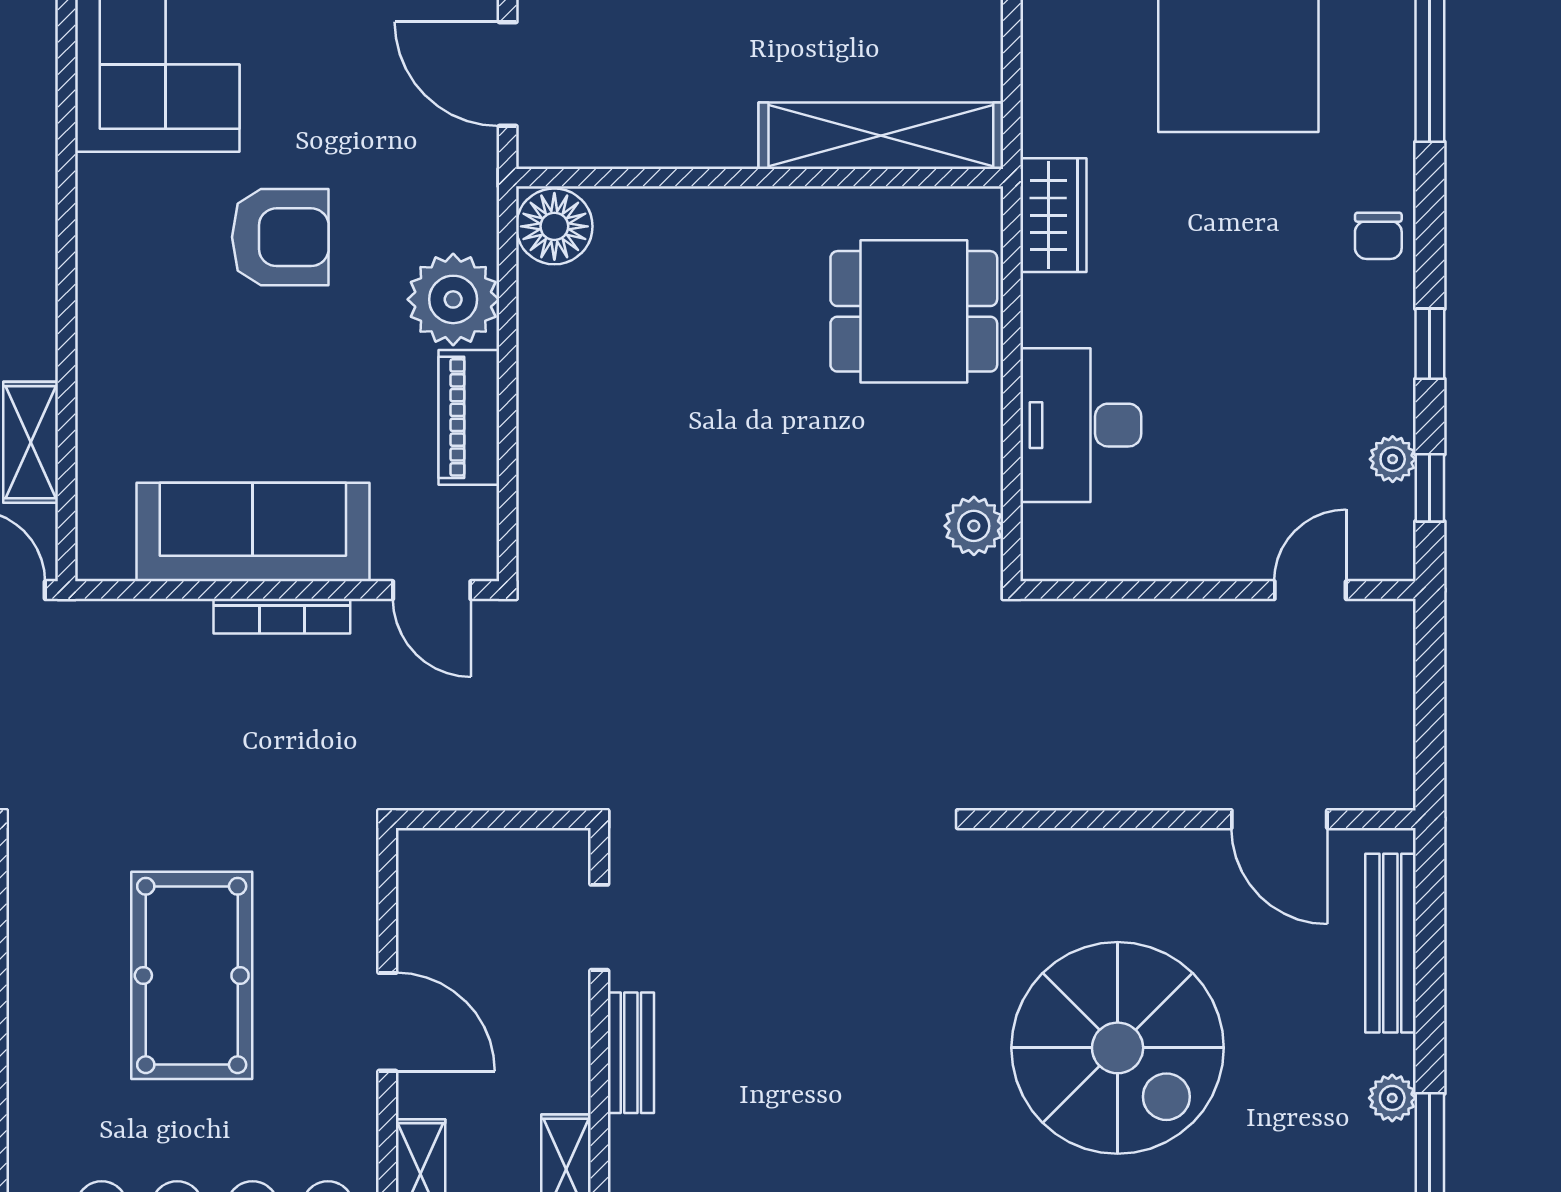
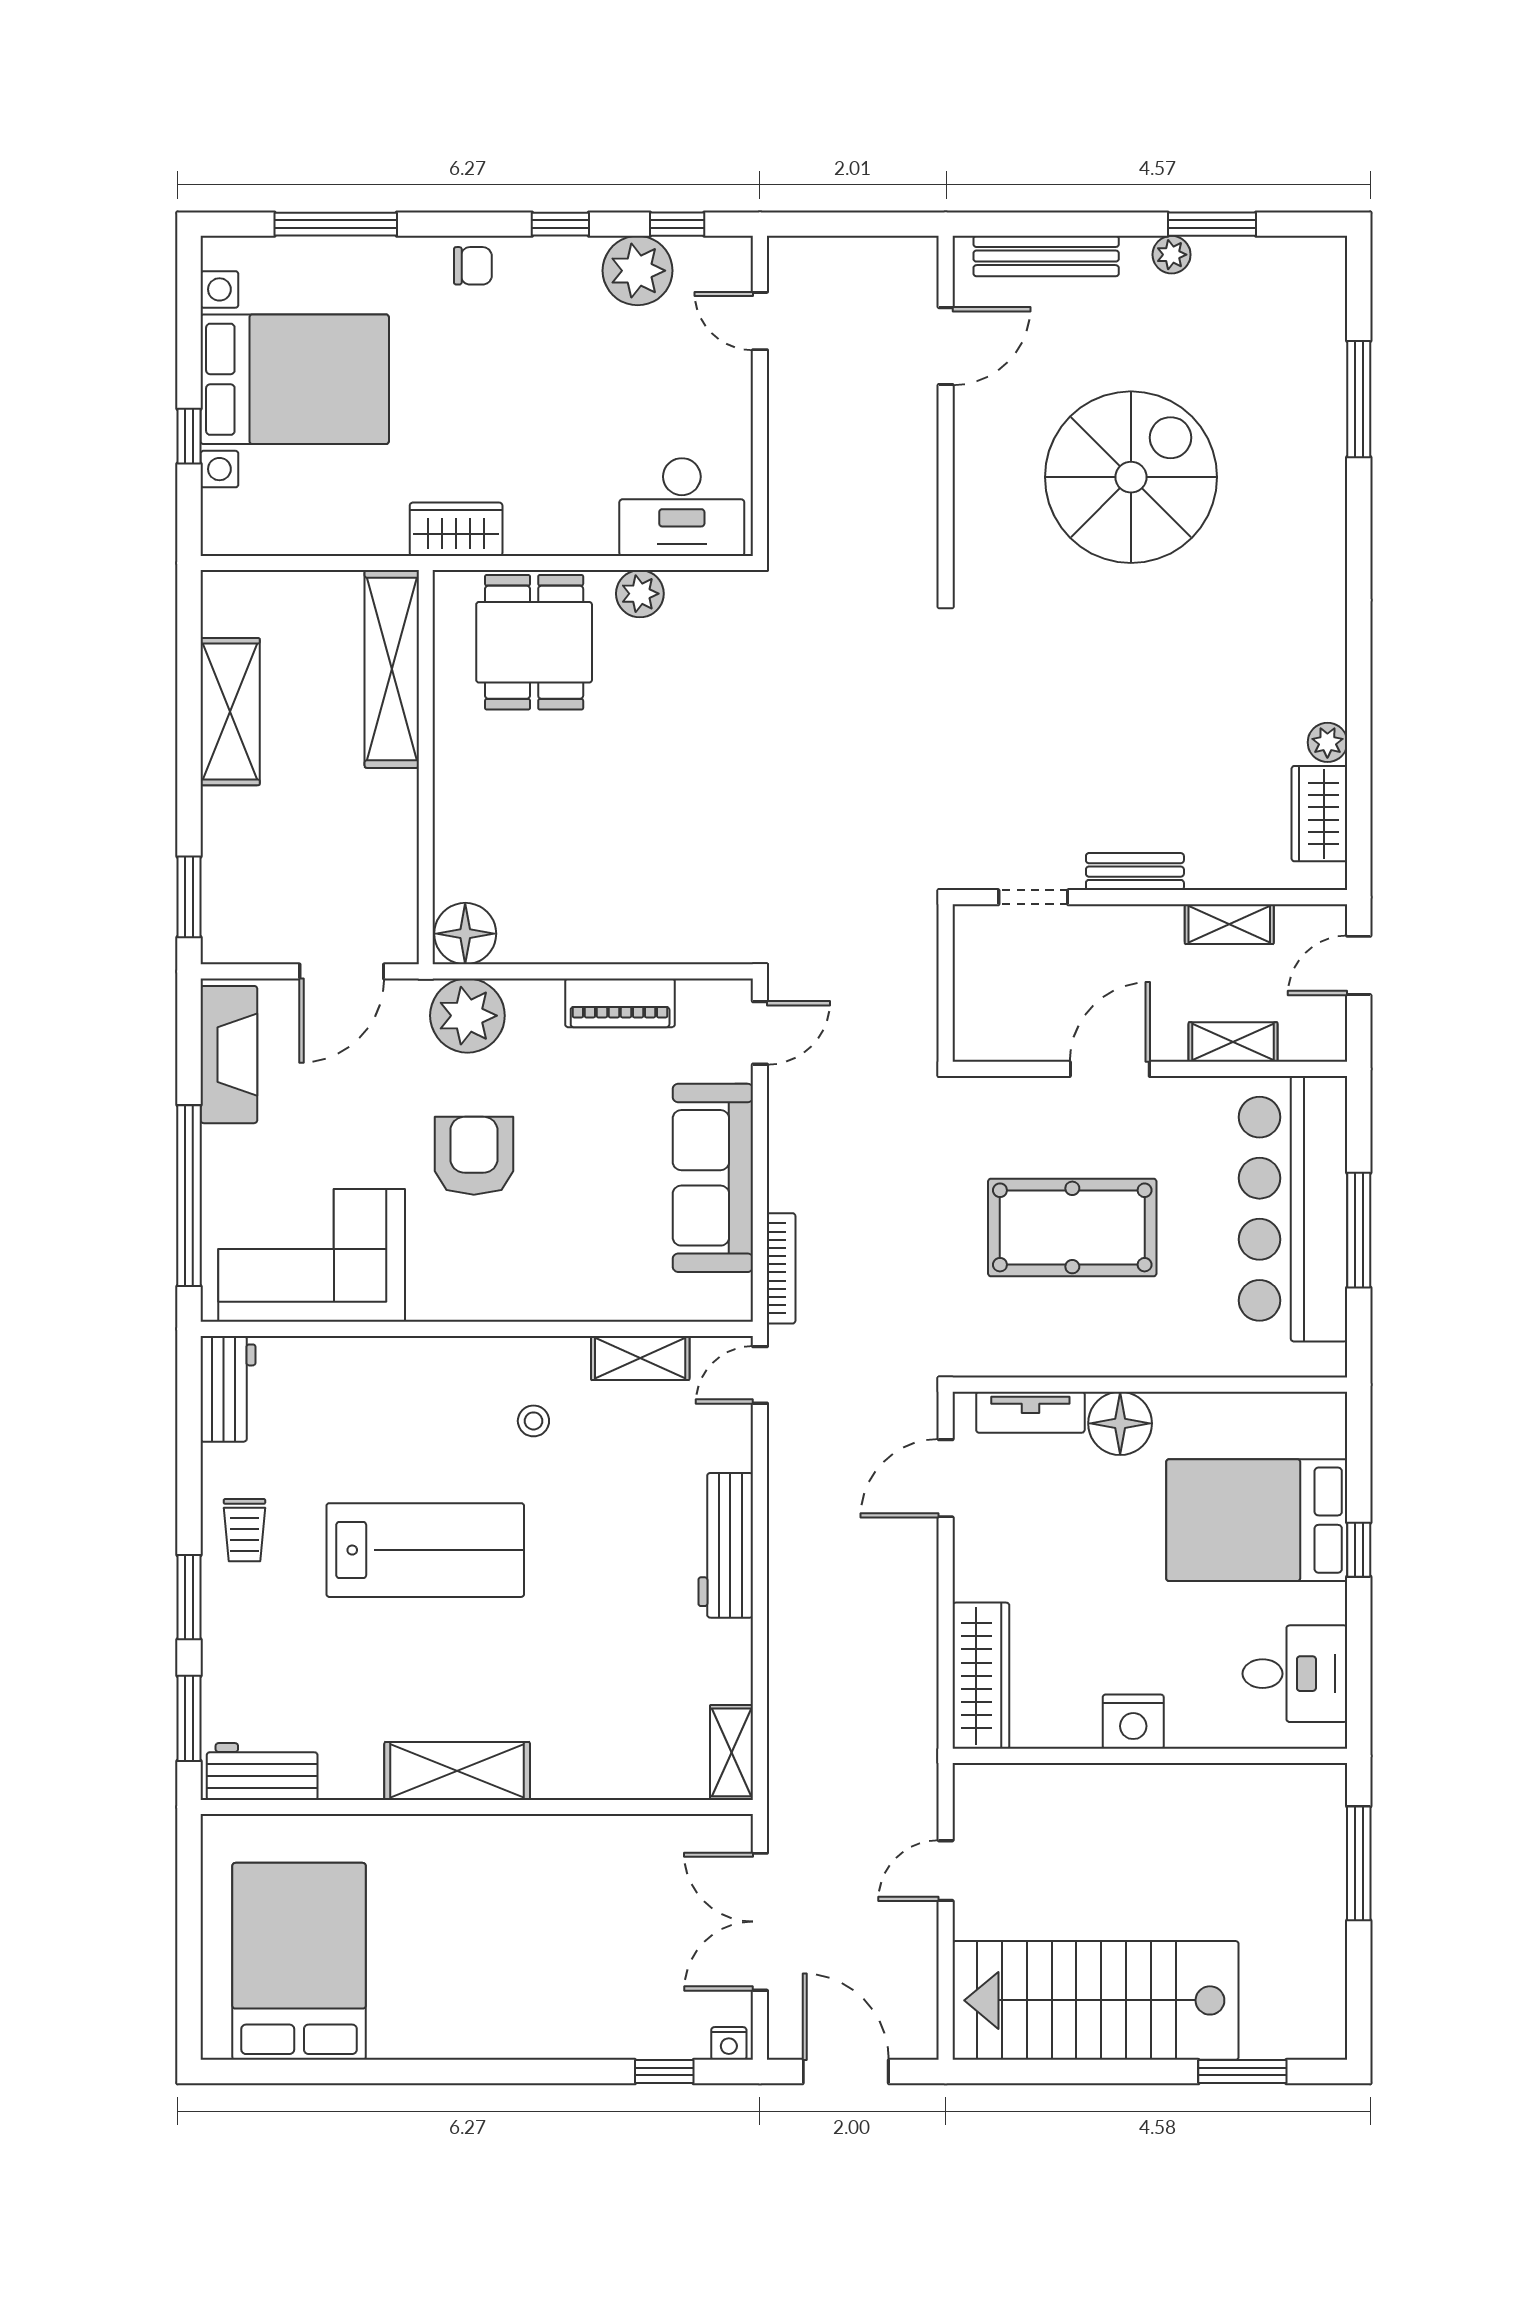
plant: (453, 299) -> (467, 1016), moved
desk: (1081, 425) -> (682, 507), moved
plant: (1393, 459) -> (638, 271), width x1.88, depth x1.88
plant: (974, 526) -> (640, 594), moved
bookcase: (282, 616) -> (781, 1268), moved

